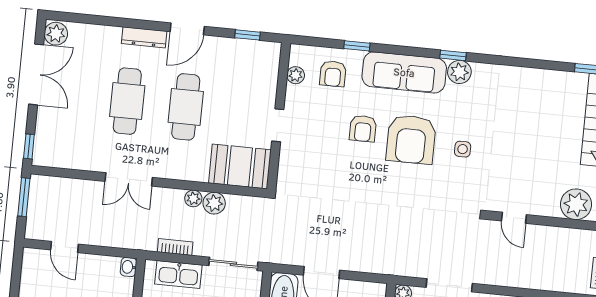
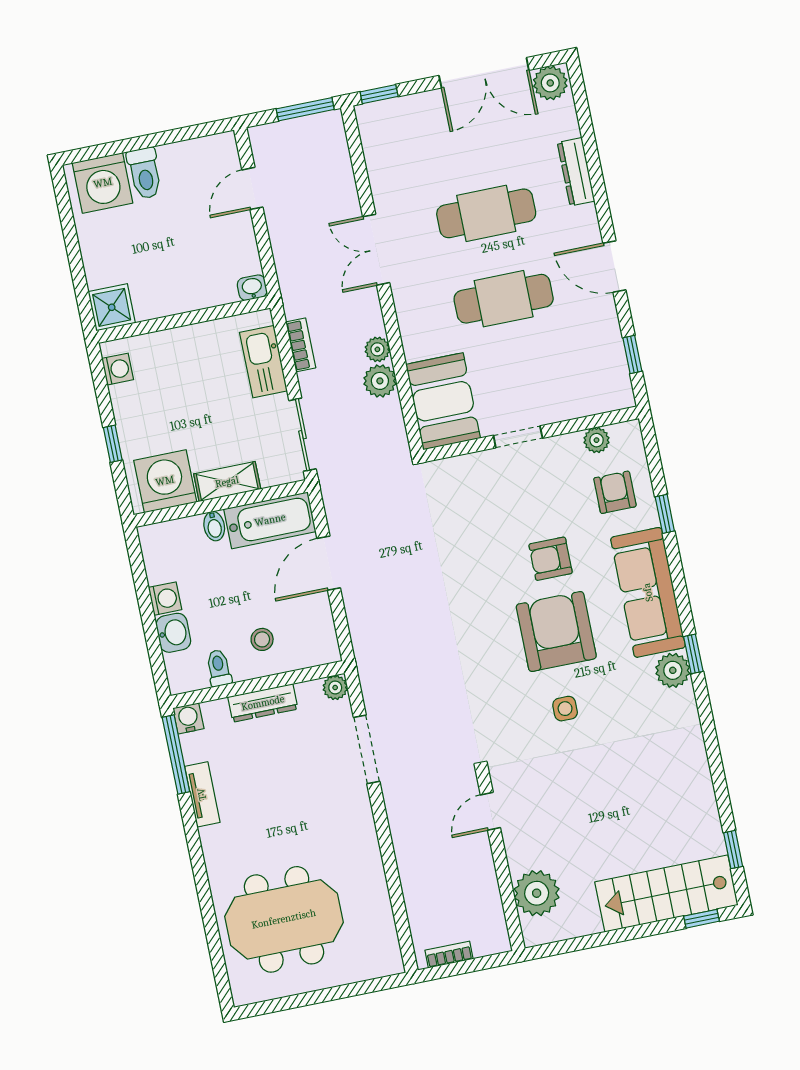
dresser: (144, 37) -> (576, 172), moved
armchair: (333, 74) -> (615, 492), turned 90
armchair: (411, 139) -> (556, 631), turned 90

